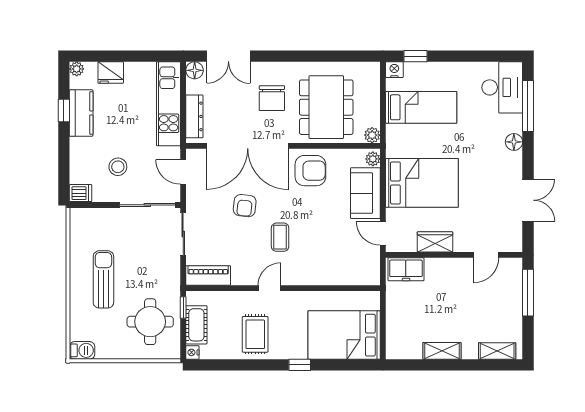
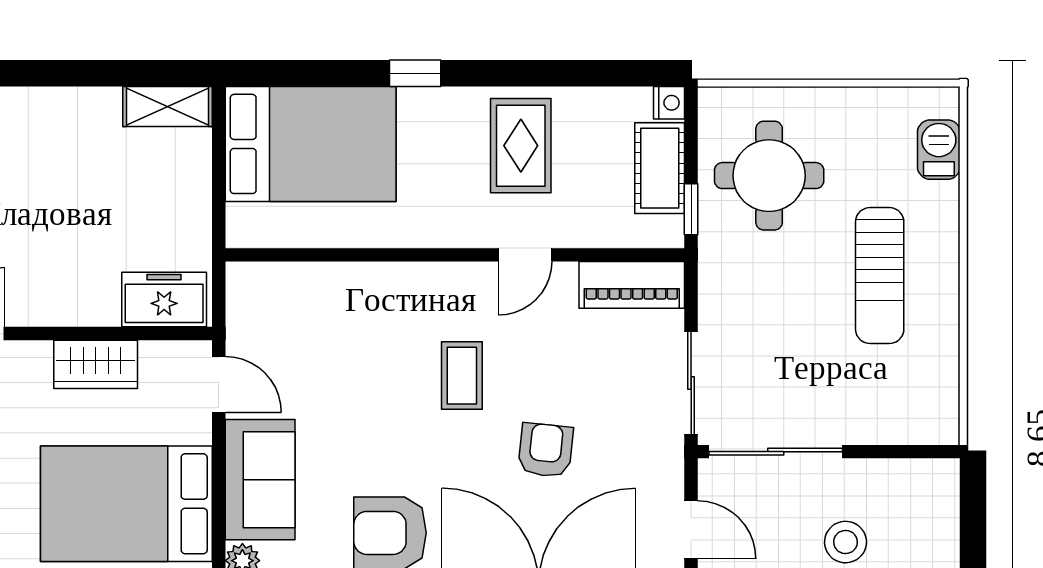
dishwasher: (81, 193) -> (934, 480), removed
door: (269, 288) -> (525, 255), moved
barbecue: (82, 350) -> (939, 150), moved, turned 90
shelving: (442, 351) -> (168, 107), moved

